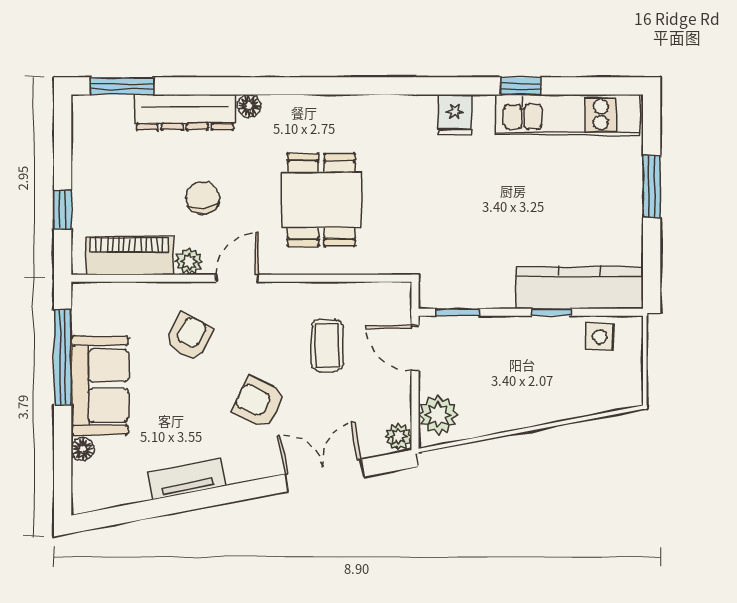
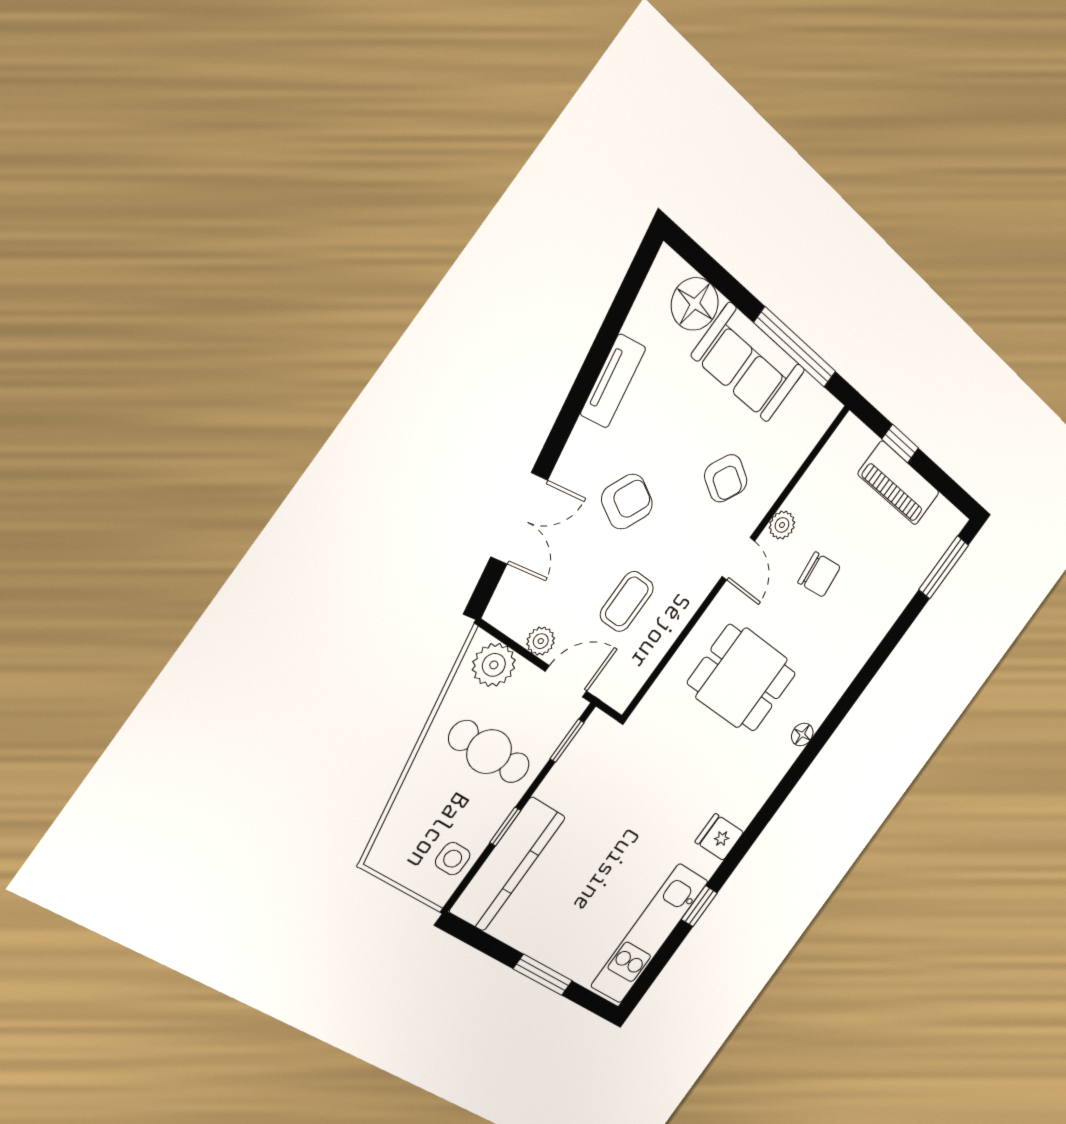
floor lamp: (249, 106) -> (802, 735), moved
dresser: (185, 112) -> (888, 607), removed
piano: (130, 255) -> (899, 483), moved, turned 90
coffee table: (327, 345) -> (627, 601), turned 90
cafe table: (503, 369) -> (489, 752), added
plant: (399, 437) -> (541, 641), moved
floor lamp: (83, 449) -> (695, 304), width x1.89, depth x1.89

